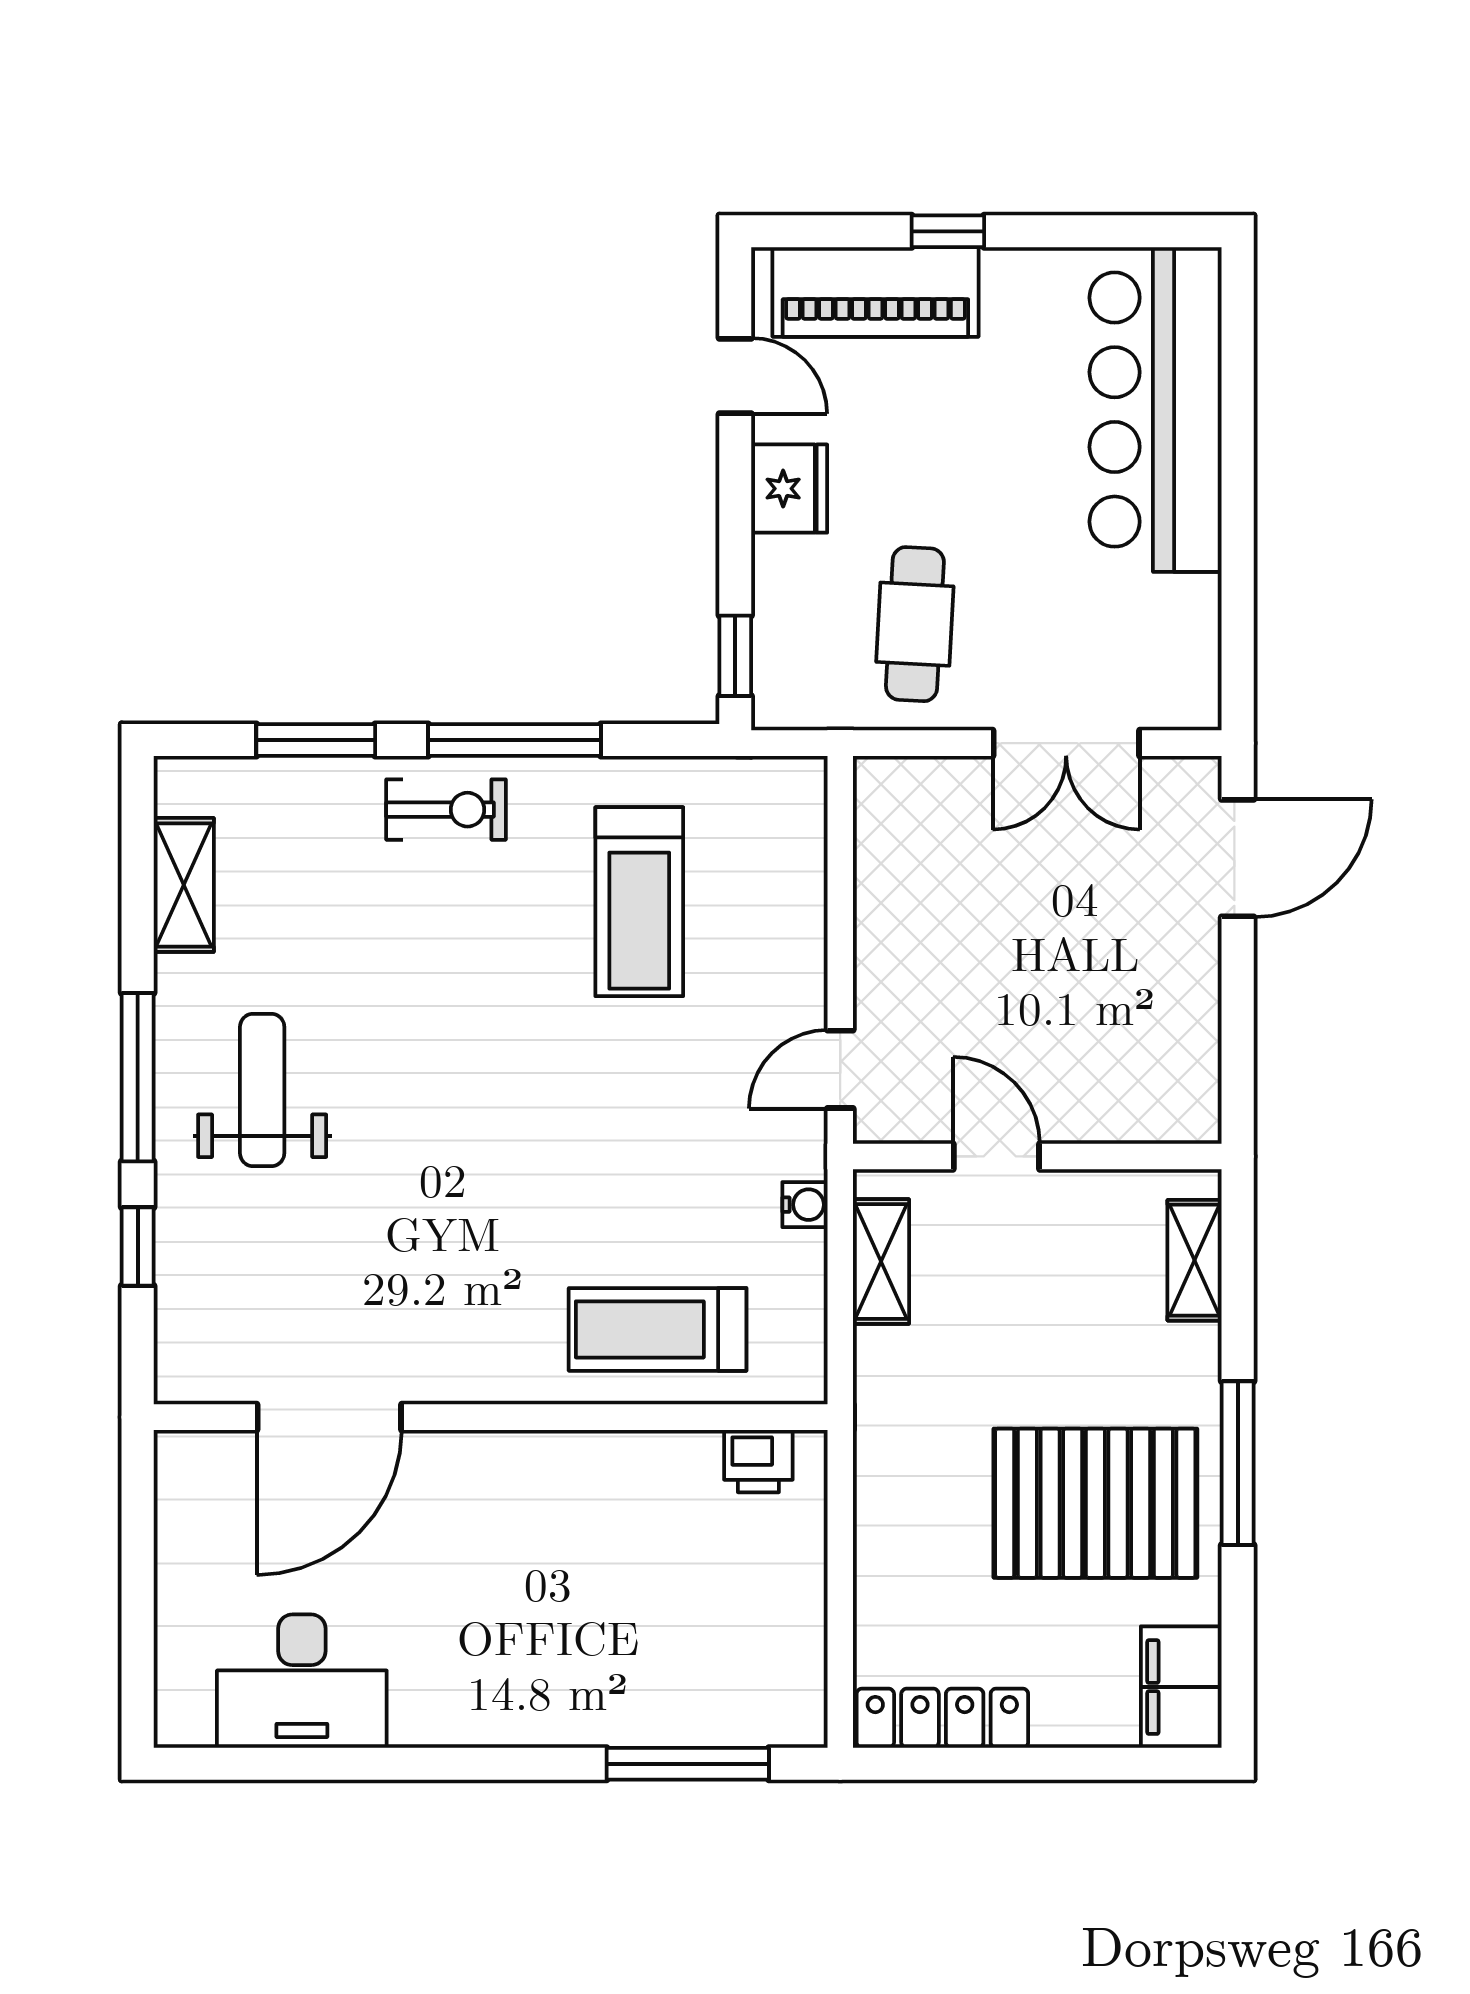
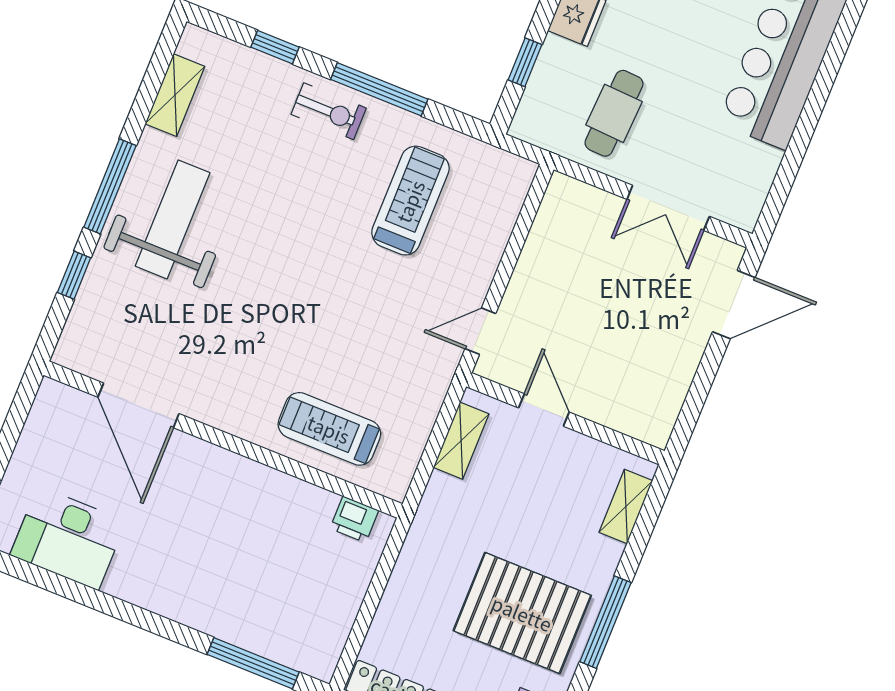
window: (735, 656) -> (525, 62), moved
window: (316, 740) -> (275, 47), width x0.67
treadmill: (639, 902) -> (410, 201), turned 180
weight bench: (262, 1090) -> (173, 219), width x1.36, depth x1.33
water cooler: (805, 1205) -> (433, 395), removed
door: (329, 1417) -> (138, 405), hinge flipped

